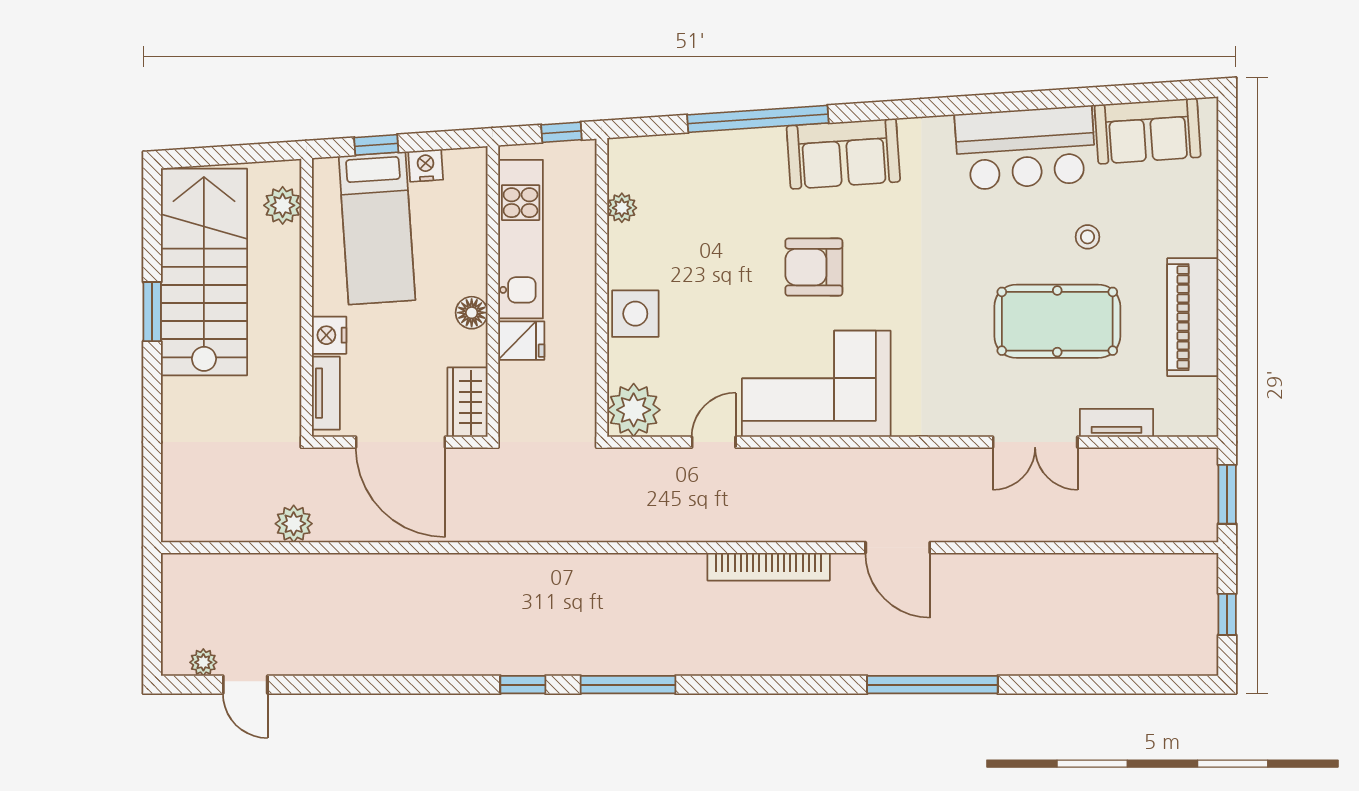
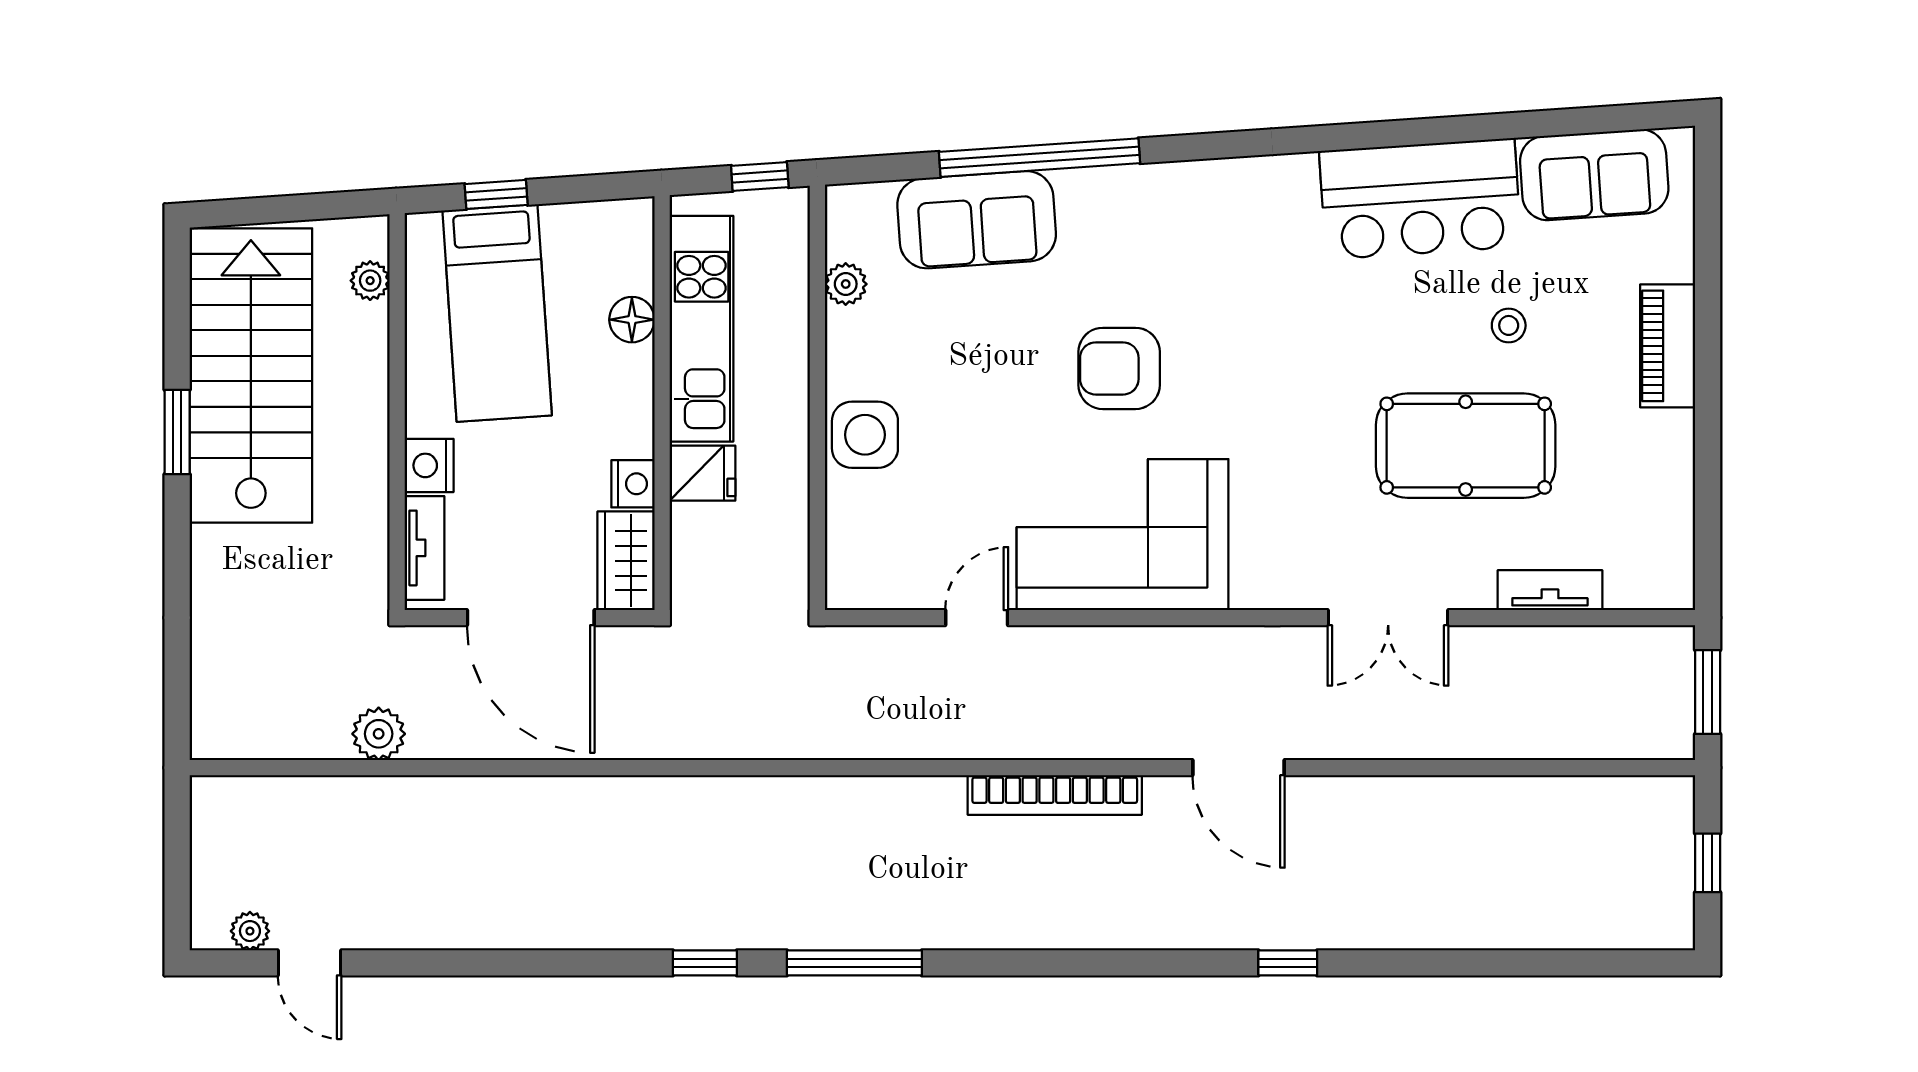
sofa: (843, 154) -> (977, 220), moved
nightstand: (426, 166) -> (633, 484), moved, turned 94
plant: (283, 205) -> (370, 281), width x0.73, depth x0.73
floor lamp: (472, 313) -> (632, 320), moved
piano: (1193, 317) -> (1668, 346), moved, width x0.73, depth x0.75
plant: (634, 410) -> (862, 572), removed
double door: (1035, 442) -> (1388, 618), moved
window: (932, 685) -> (1288, 963), width x0.32

